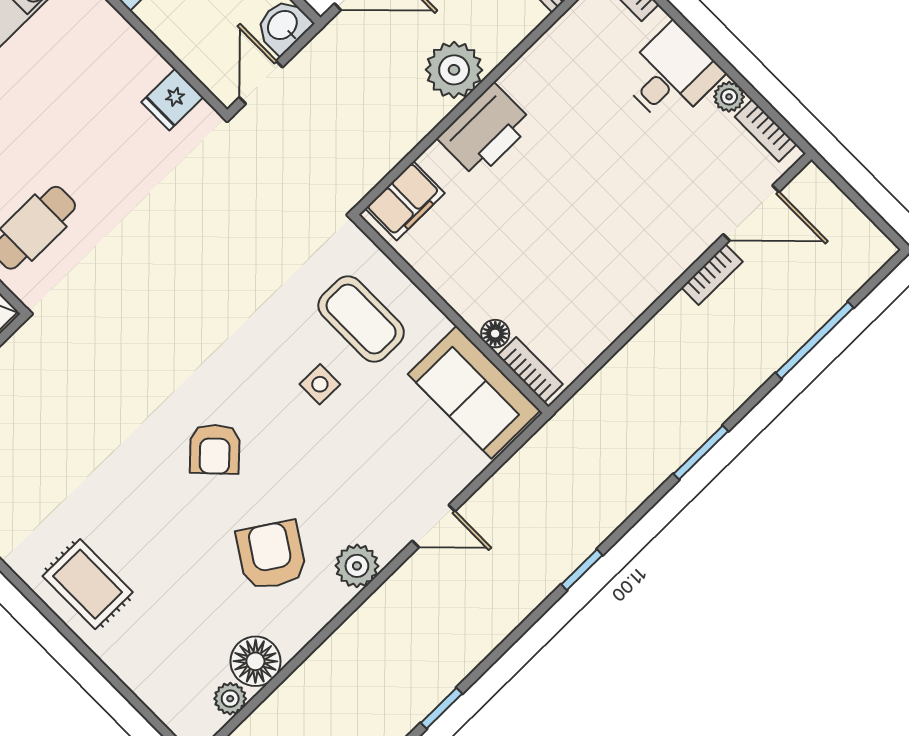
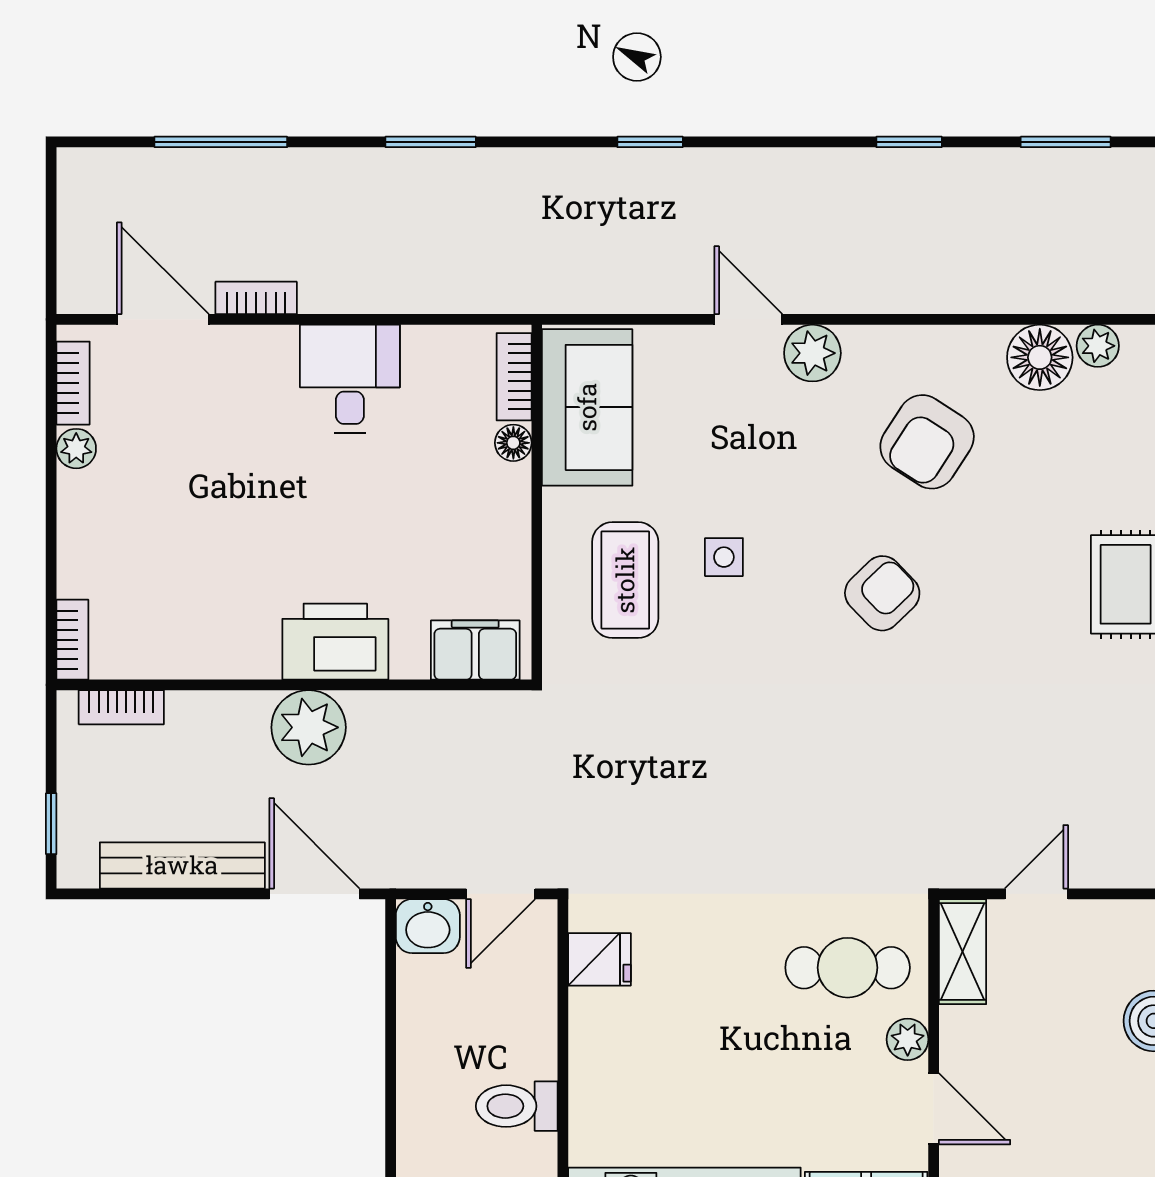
desk: (671, 75) -> (350, 379), moved, turned 90
plant: (357, 566) -> (812, 353), moved

